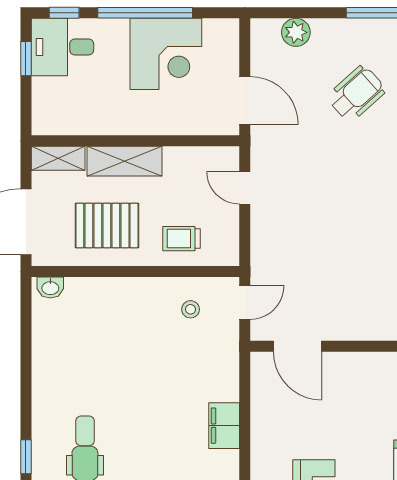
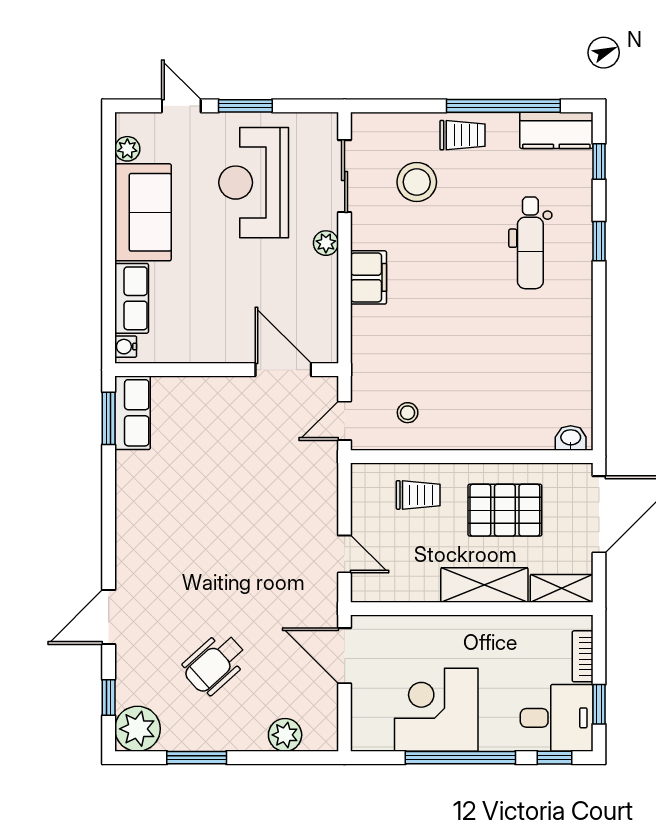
bookcase: (40, 100) -> (583, 656), added
plant: (261, 455) -> (326, 243), added

